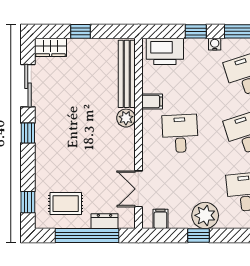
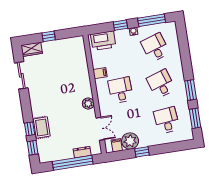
bench: (127, 74) -> (82, 58), removed
plant: (126, 118) -> (88, 104), moved
window: (28, 133) -> (30, 129), moved
double door: (138, 189) -> (100, 129), swing flipped
rug: (66, 204) -> (42, 127), moved, turned 90
plant: (205, 215) -> (130, 141), moved

